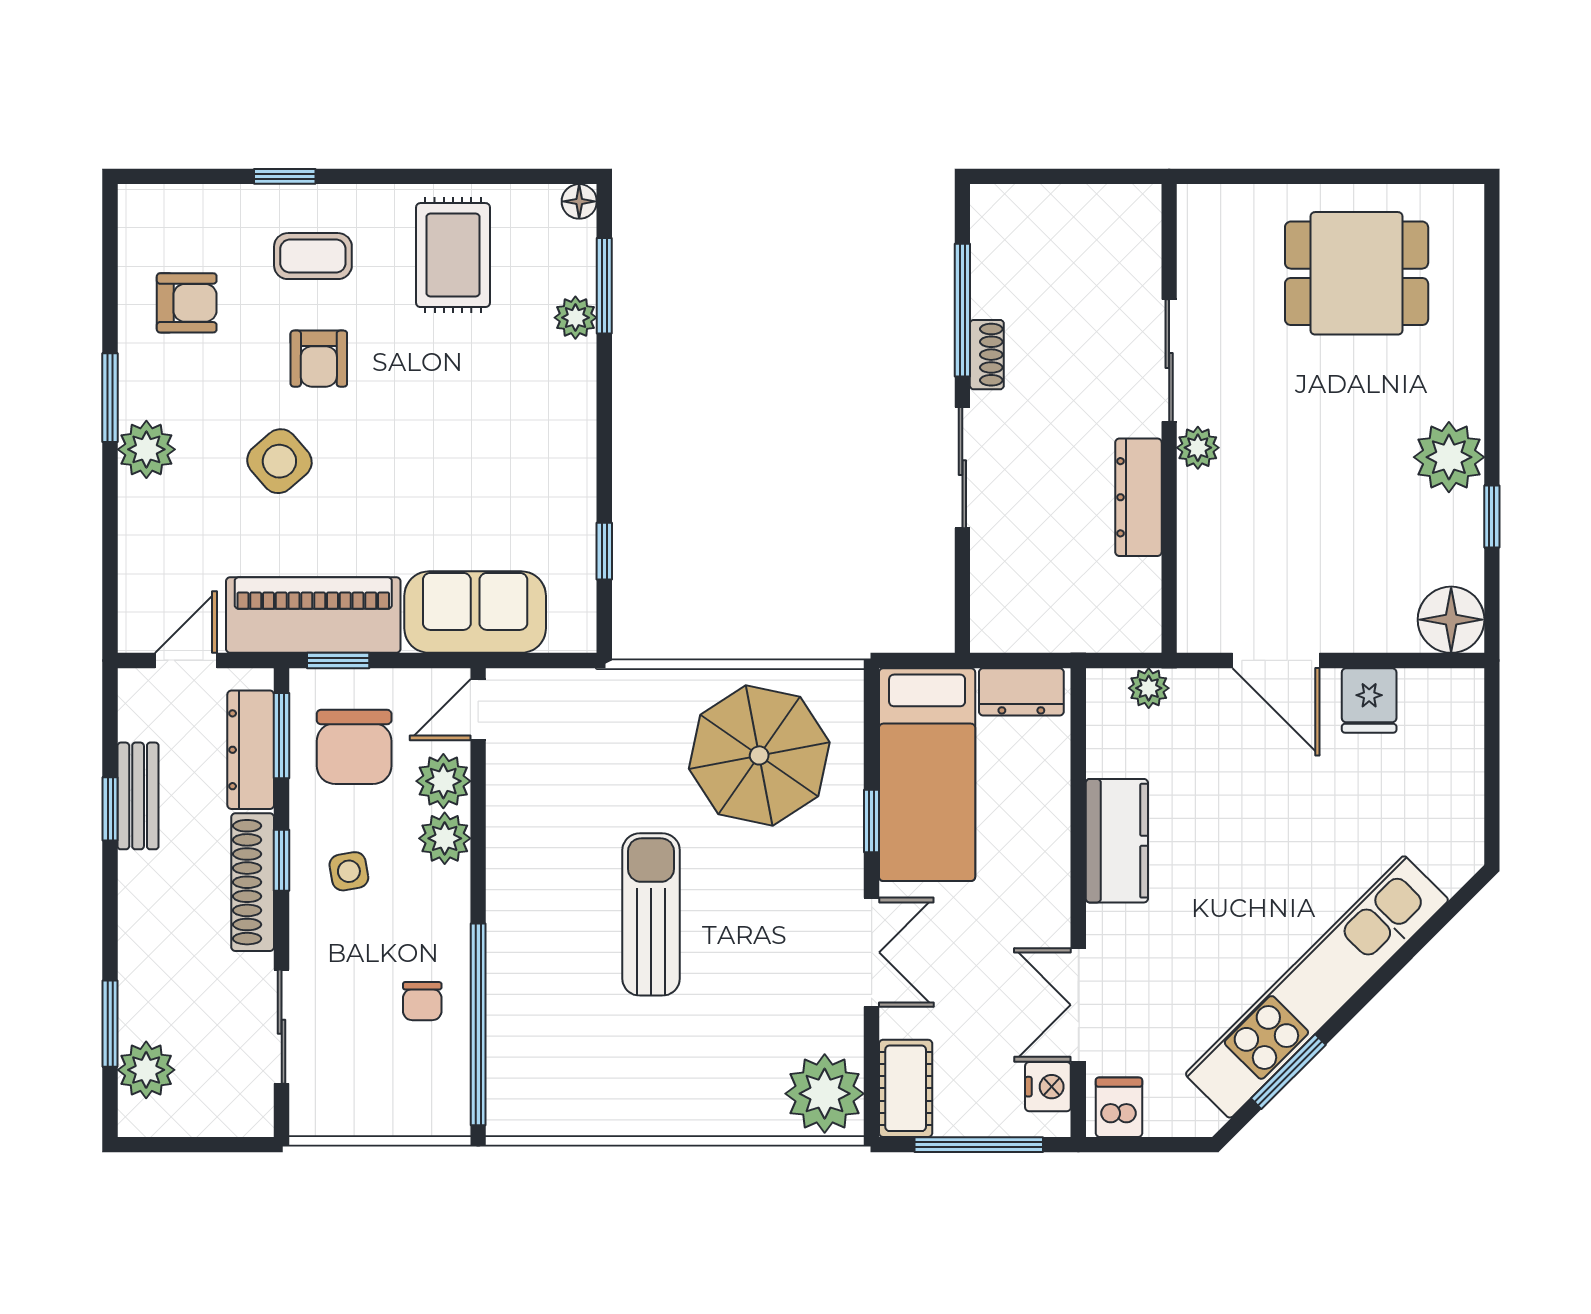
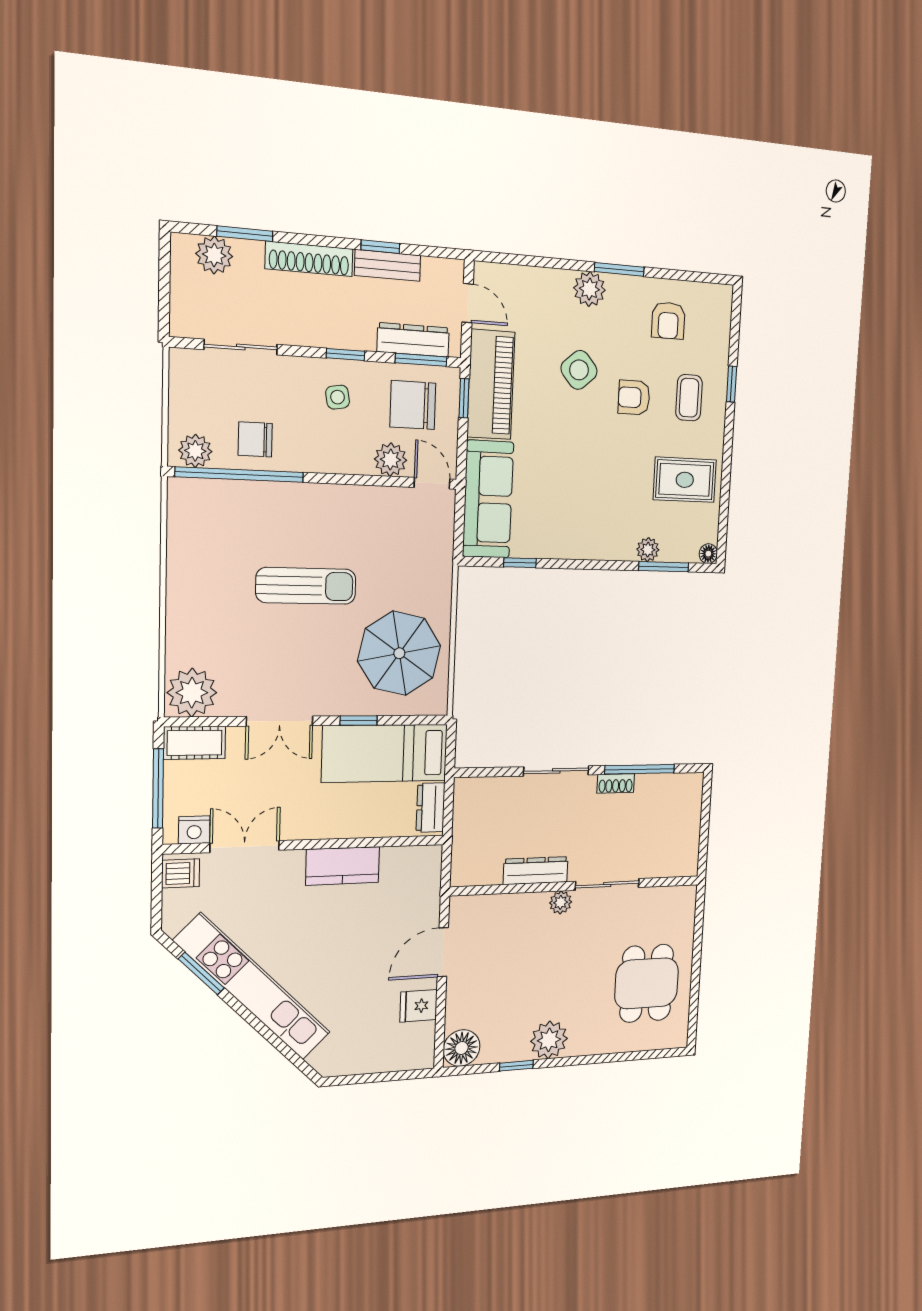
sofa: (475, 612) -> (488, 499), width x1.36
plant: (1149, 688) -> (430, 881), removed
plant: (445, 838) -> (195, 451), moved
shoe rack: (253, 882) -> (309, 259), moved, turned 180
chair: (422, 1001) -> (255, 439), width x1.37, depth x1.37

